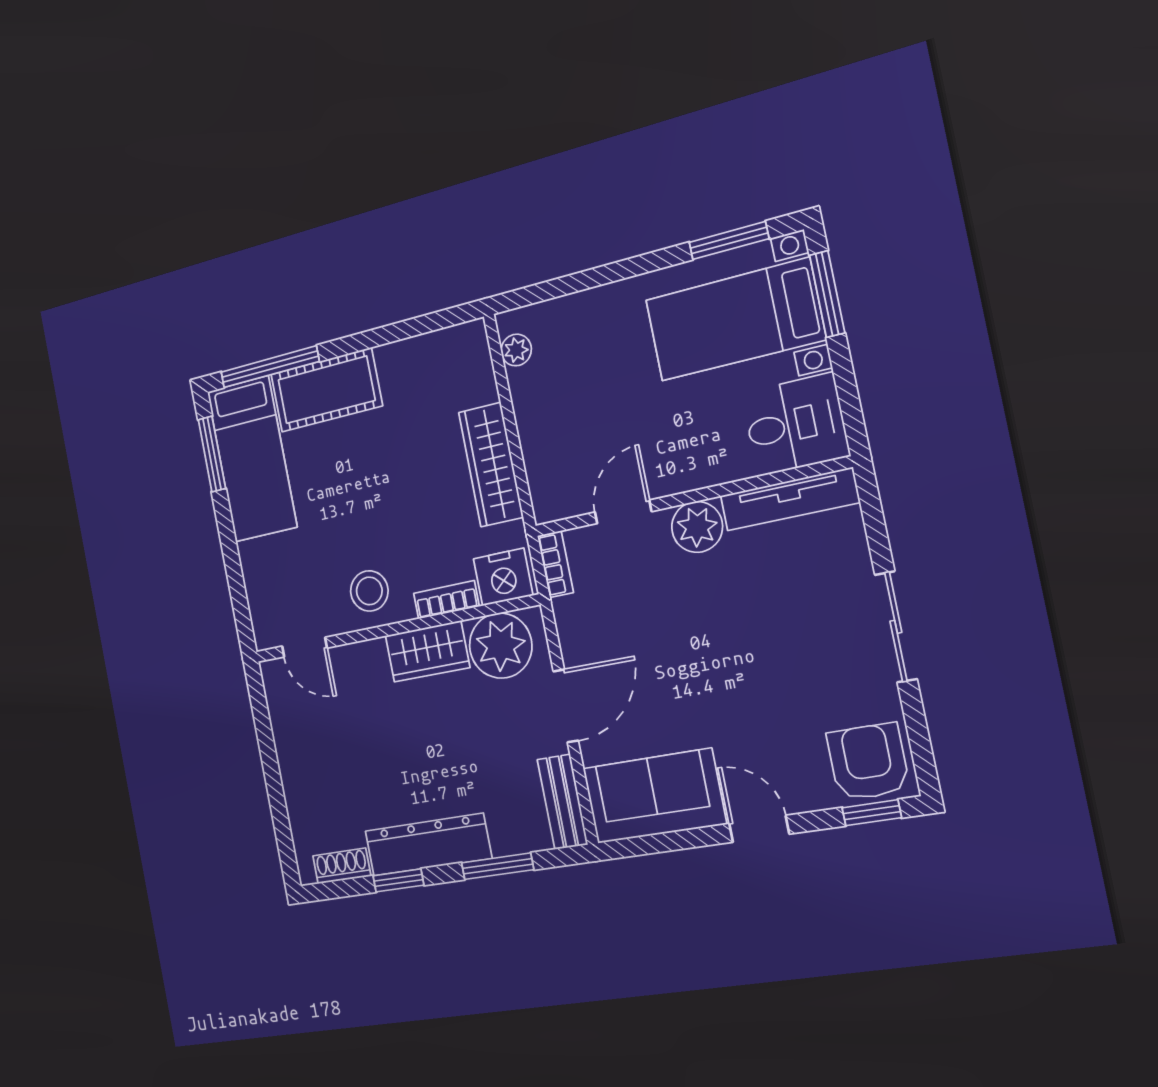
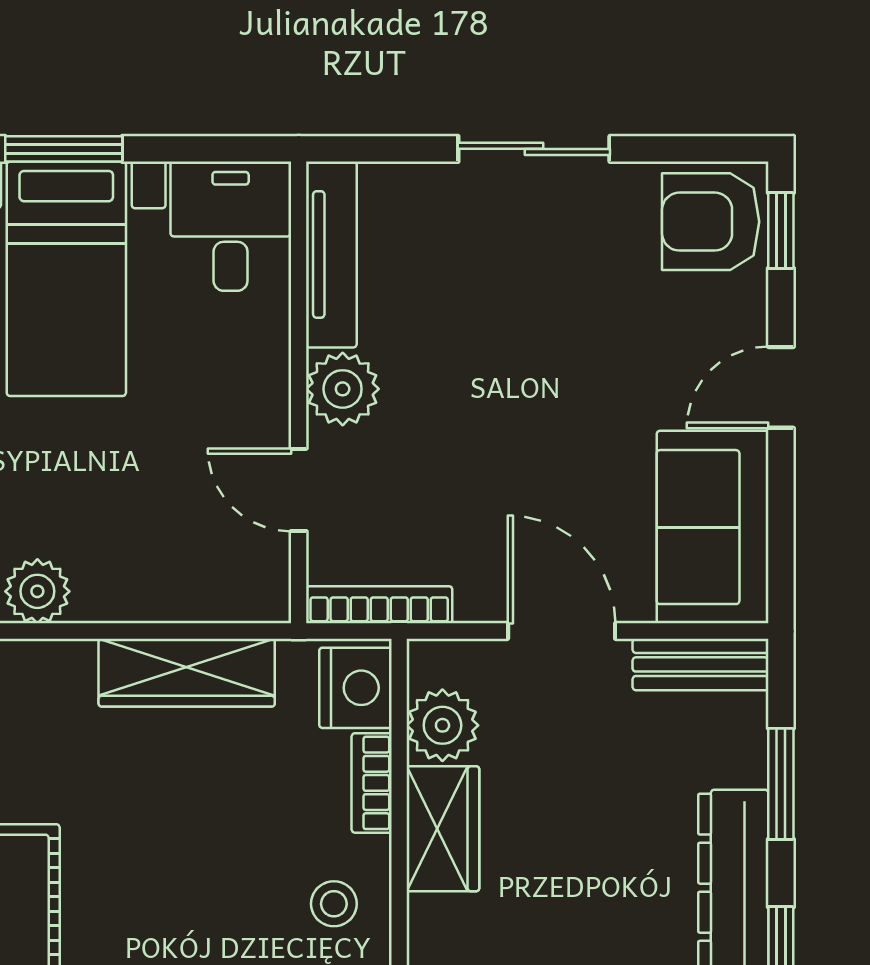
plant: (516, 350) -> (37, 591), width x1.38, depth x1.38
bookcase: (555, 564) -> (379, 605), width x1.56
stool: (369, 591) -> (334, 904), width x0.73, depth x0.73
plant: (501, 646) -> (442, 725), width x0.73, depth x0.73

